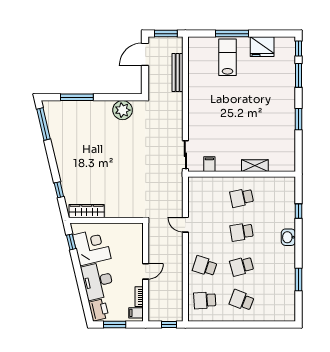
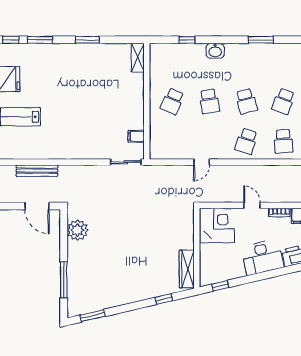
door: (145, 54) -> (37, 206), moved
window: (44, 124) -> (93, 316), width x0.69
shelving: (255, 166) -> (138, 58), moved
school desk: (242, 198) -> (172, 101), turned 36
corner desk: (92, 247) -> (217, 225), moved, turned 103

